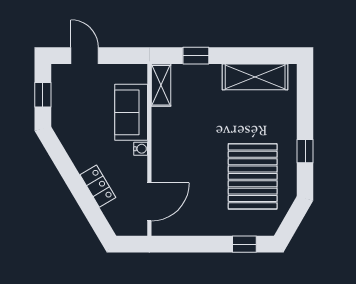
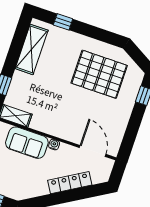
window: (305, 151) -> (63, 22), moved
locker: (98, 186) -> (70, 183), width x1.53

